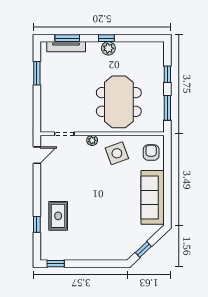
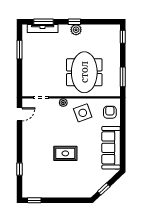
window: (167, 74) -> (123, 37), moved
rug: (58, 216) -> (65, 153), moved, turned 90

